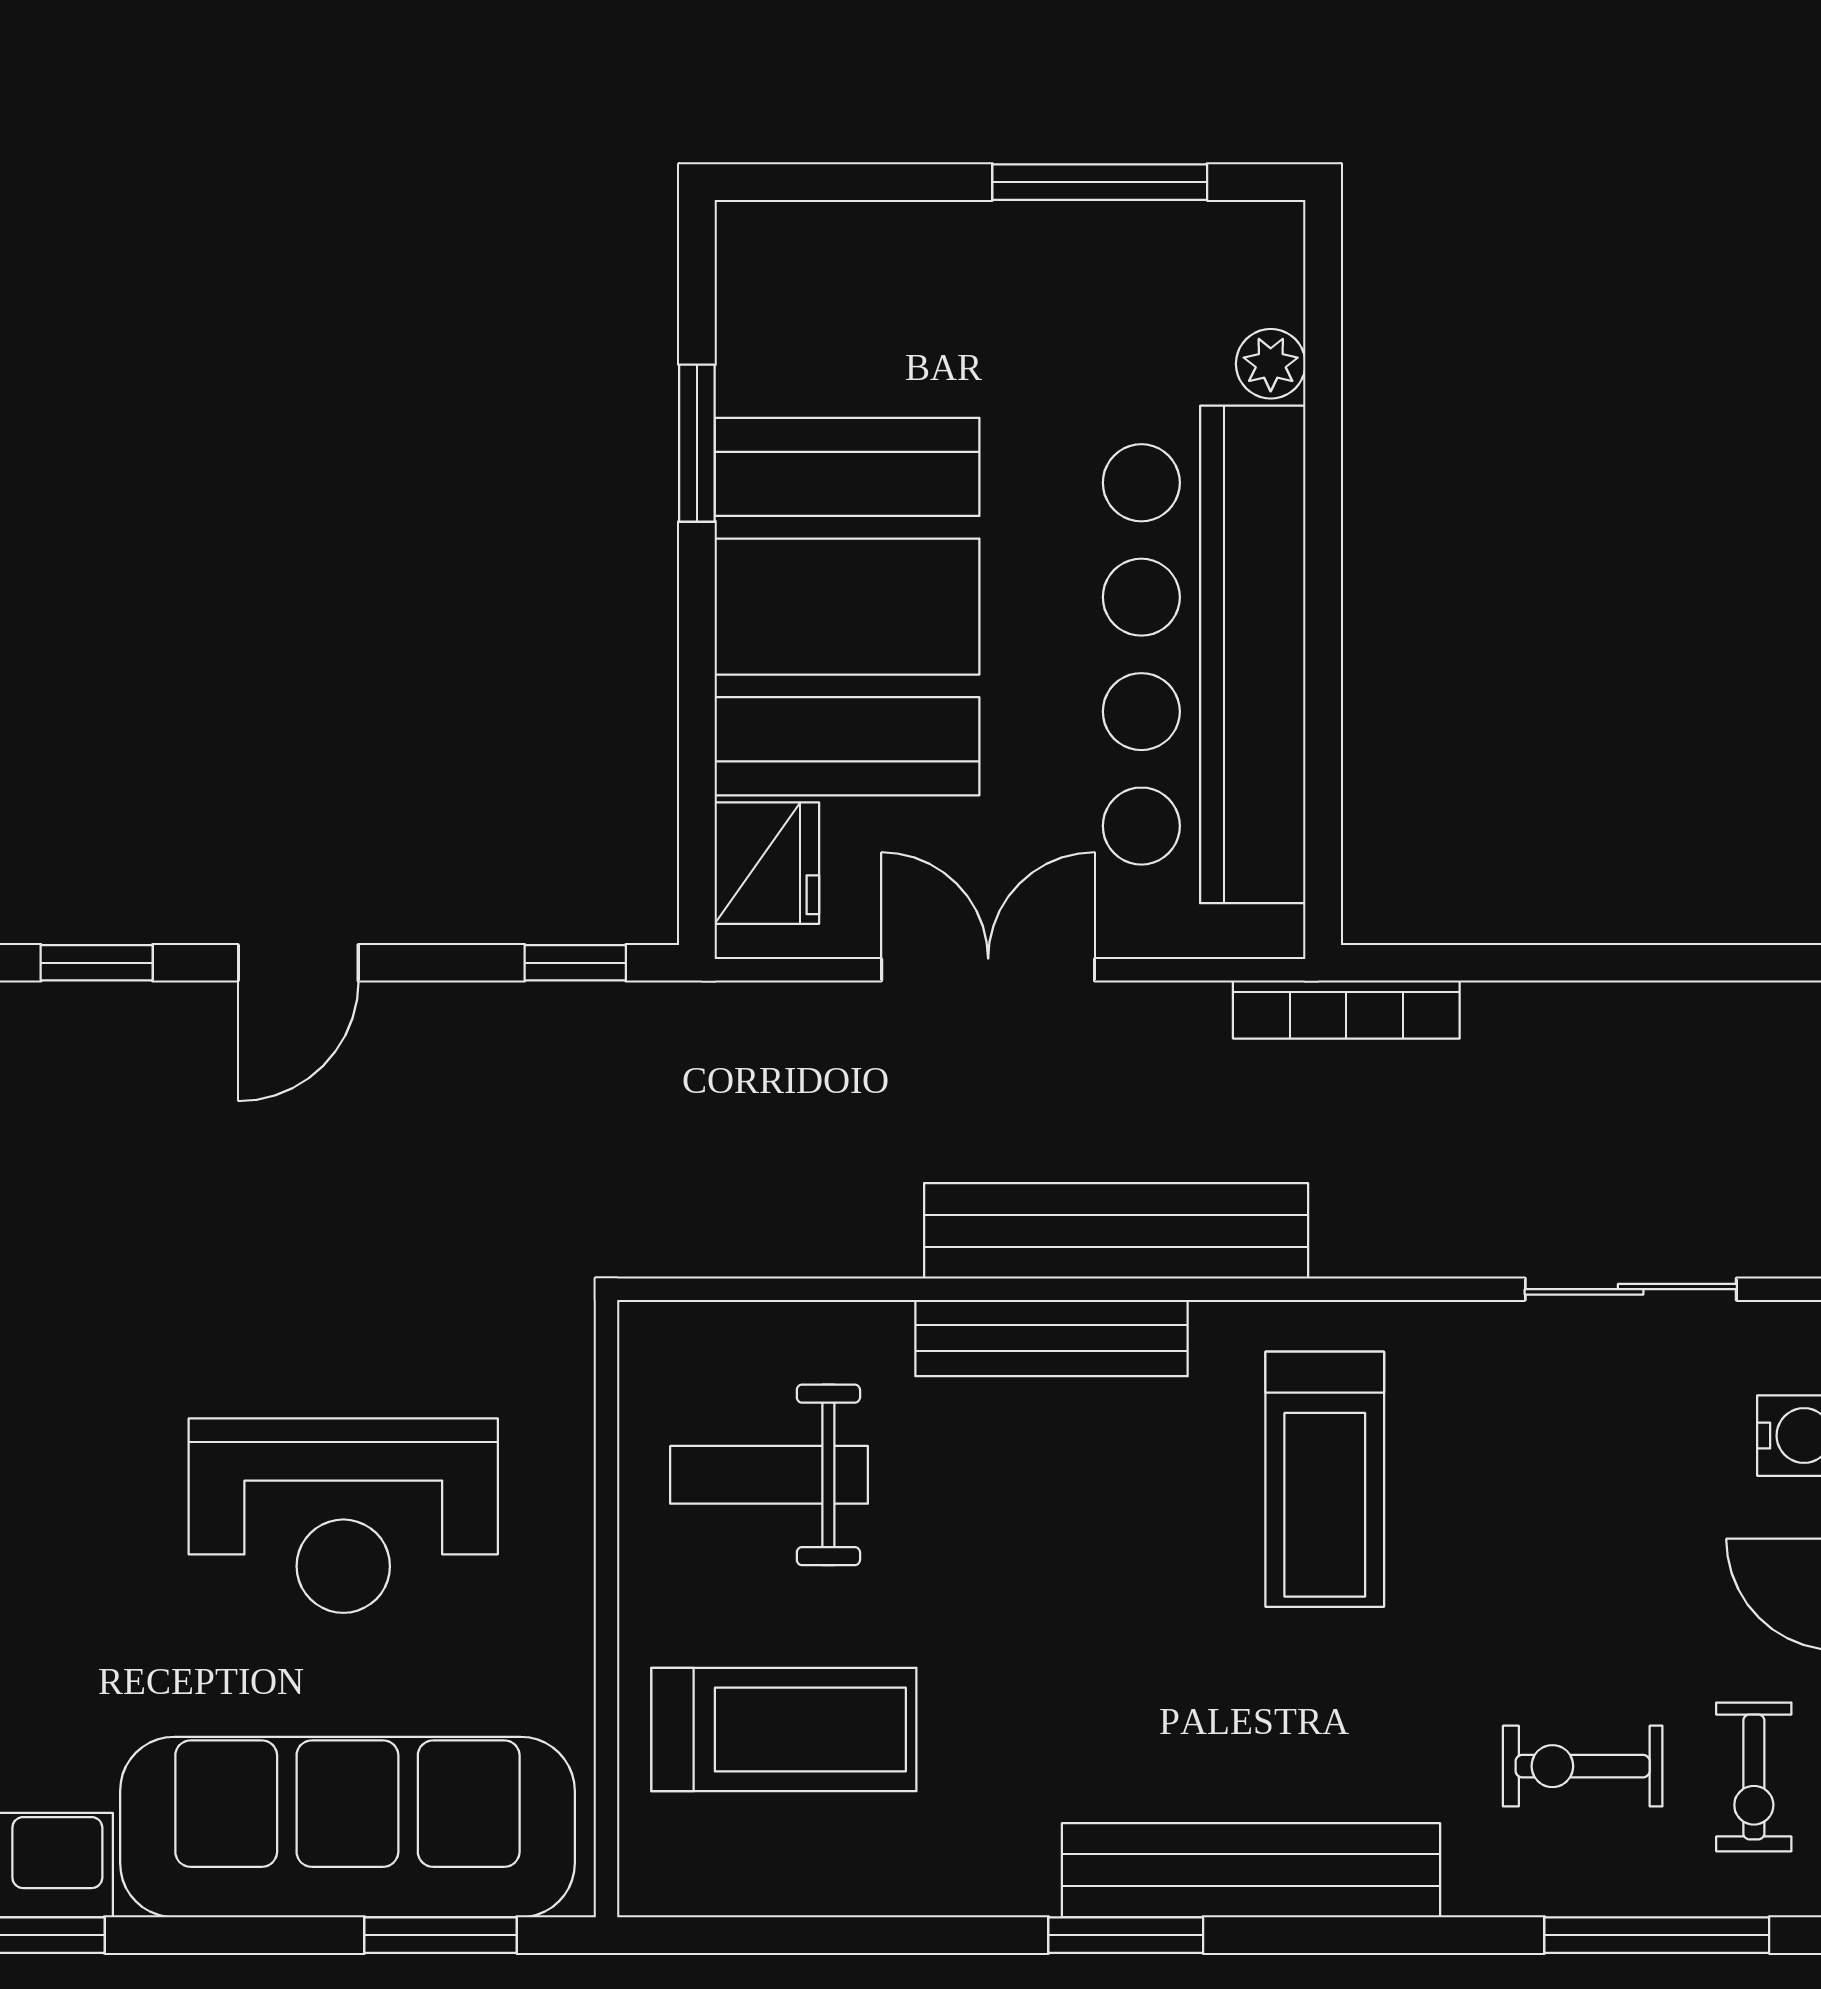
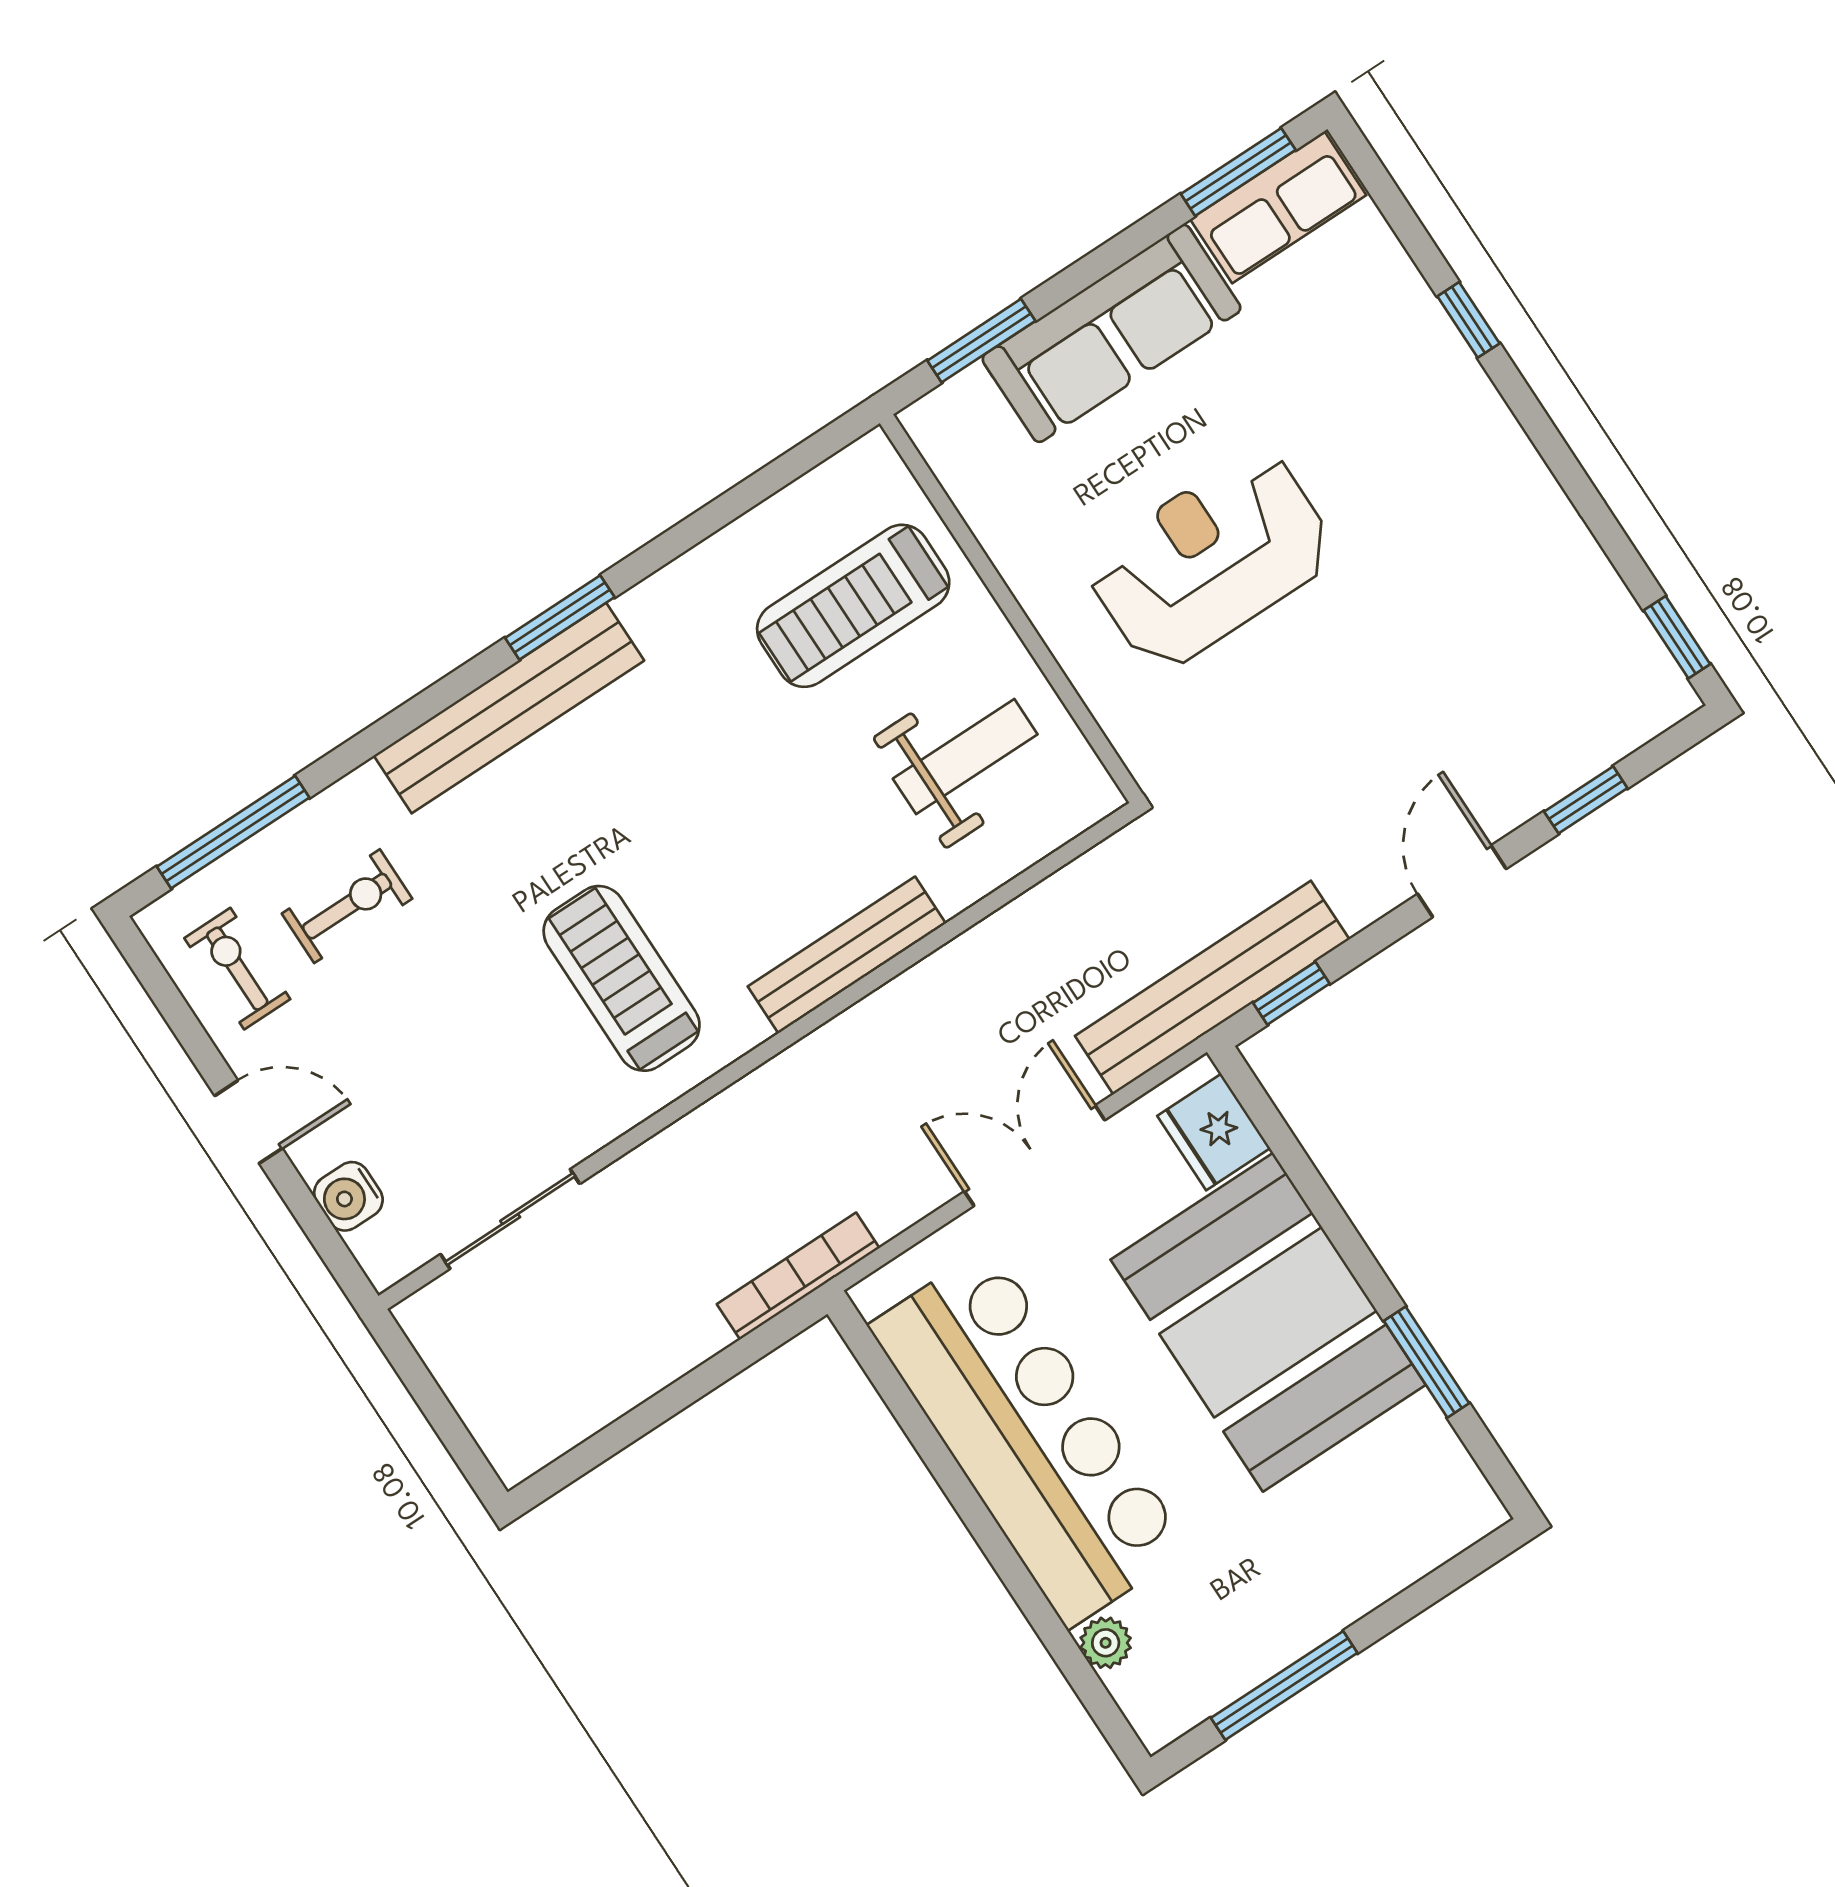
double door: (988, 970) -> (1035, 1156), swing flipped
bench: (1116, 1231) -> (1212, 988), moved
sofa: (347, 1827) -> (1111, 333), width x0.74, depth x0.79

